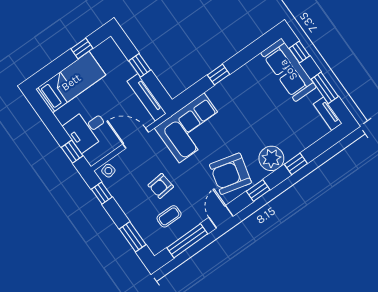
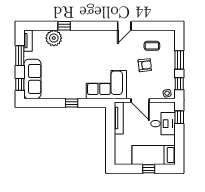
window: (82, 49) -> (149, 169), moved
window: (140, 65) -> (110, 138), removed
plant: (271, 158) -> (54, 38), moved
armchair: (230, 174) -> (103, 45), removed
window: (258, 191) -> (94, 26), removed
window: (133, 237) -> (179, 60), moved
window: (187, 241) -> (151, 26), removed

